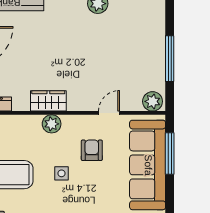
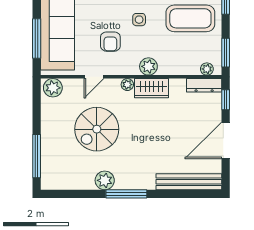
spiral stairs: (106, 58) -> (97, 129), added
window: (170, 59) -> (37, 156), moved
plant: (74, 105) -> (127, 85), added

